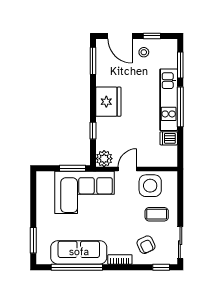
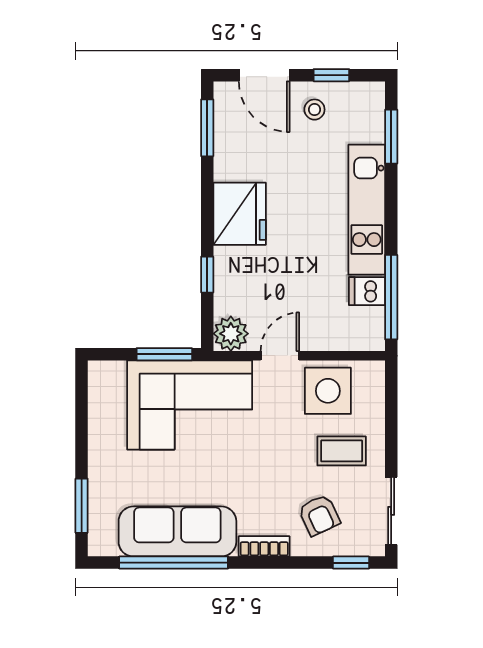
window: (180, 107) -> (391, 297), moved

